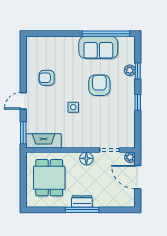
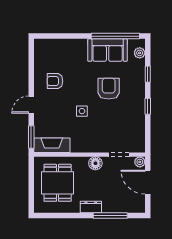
plant: (130, 70) -> (140, 53), moved
window: (82, 210) -> (110, 216), moved

